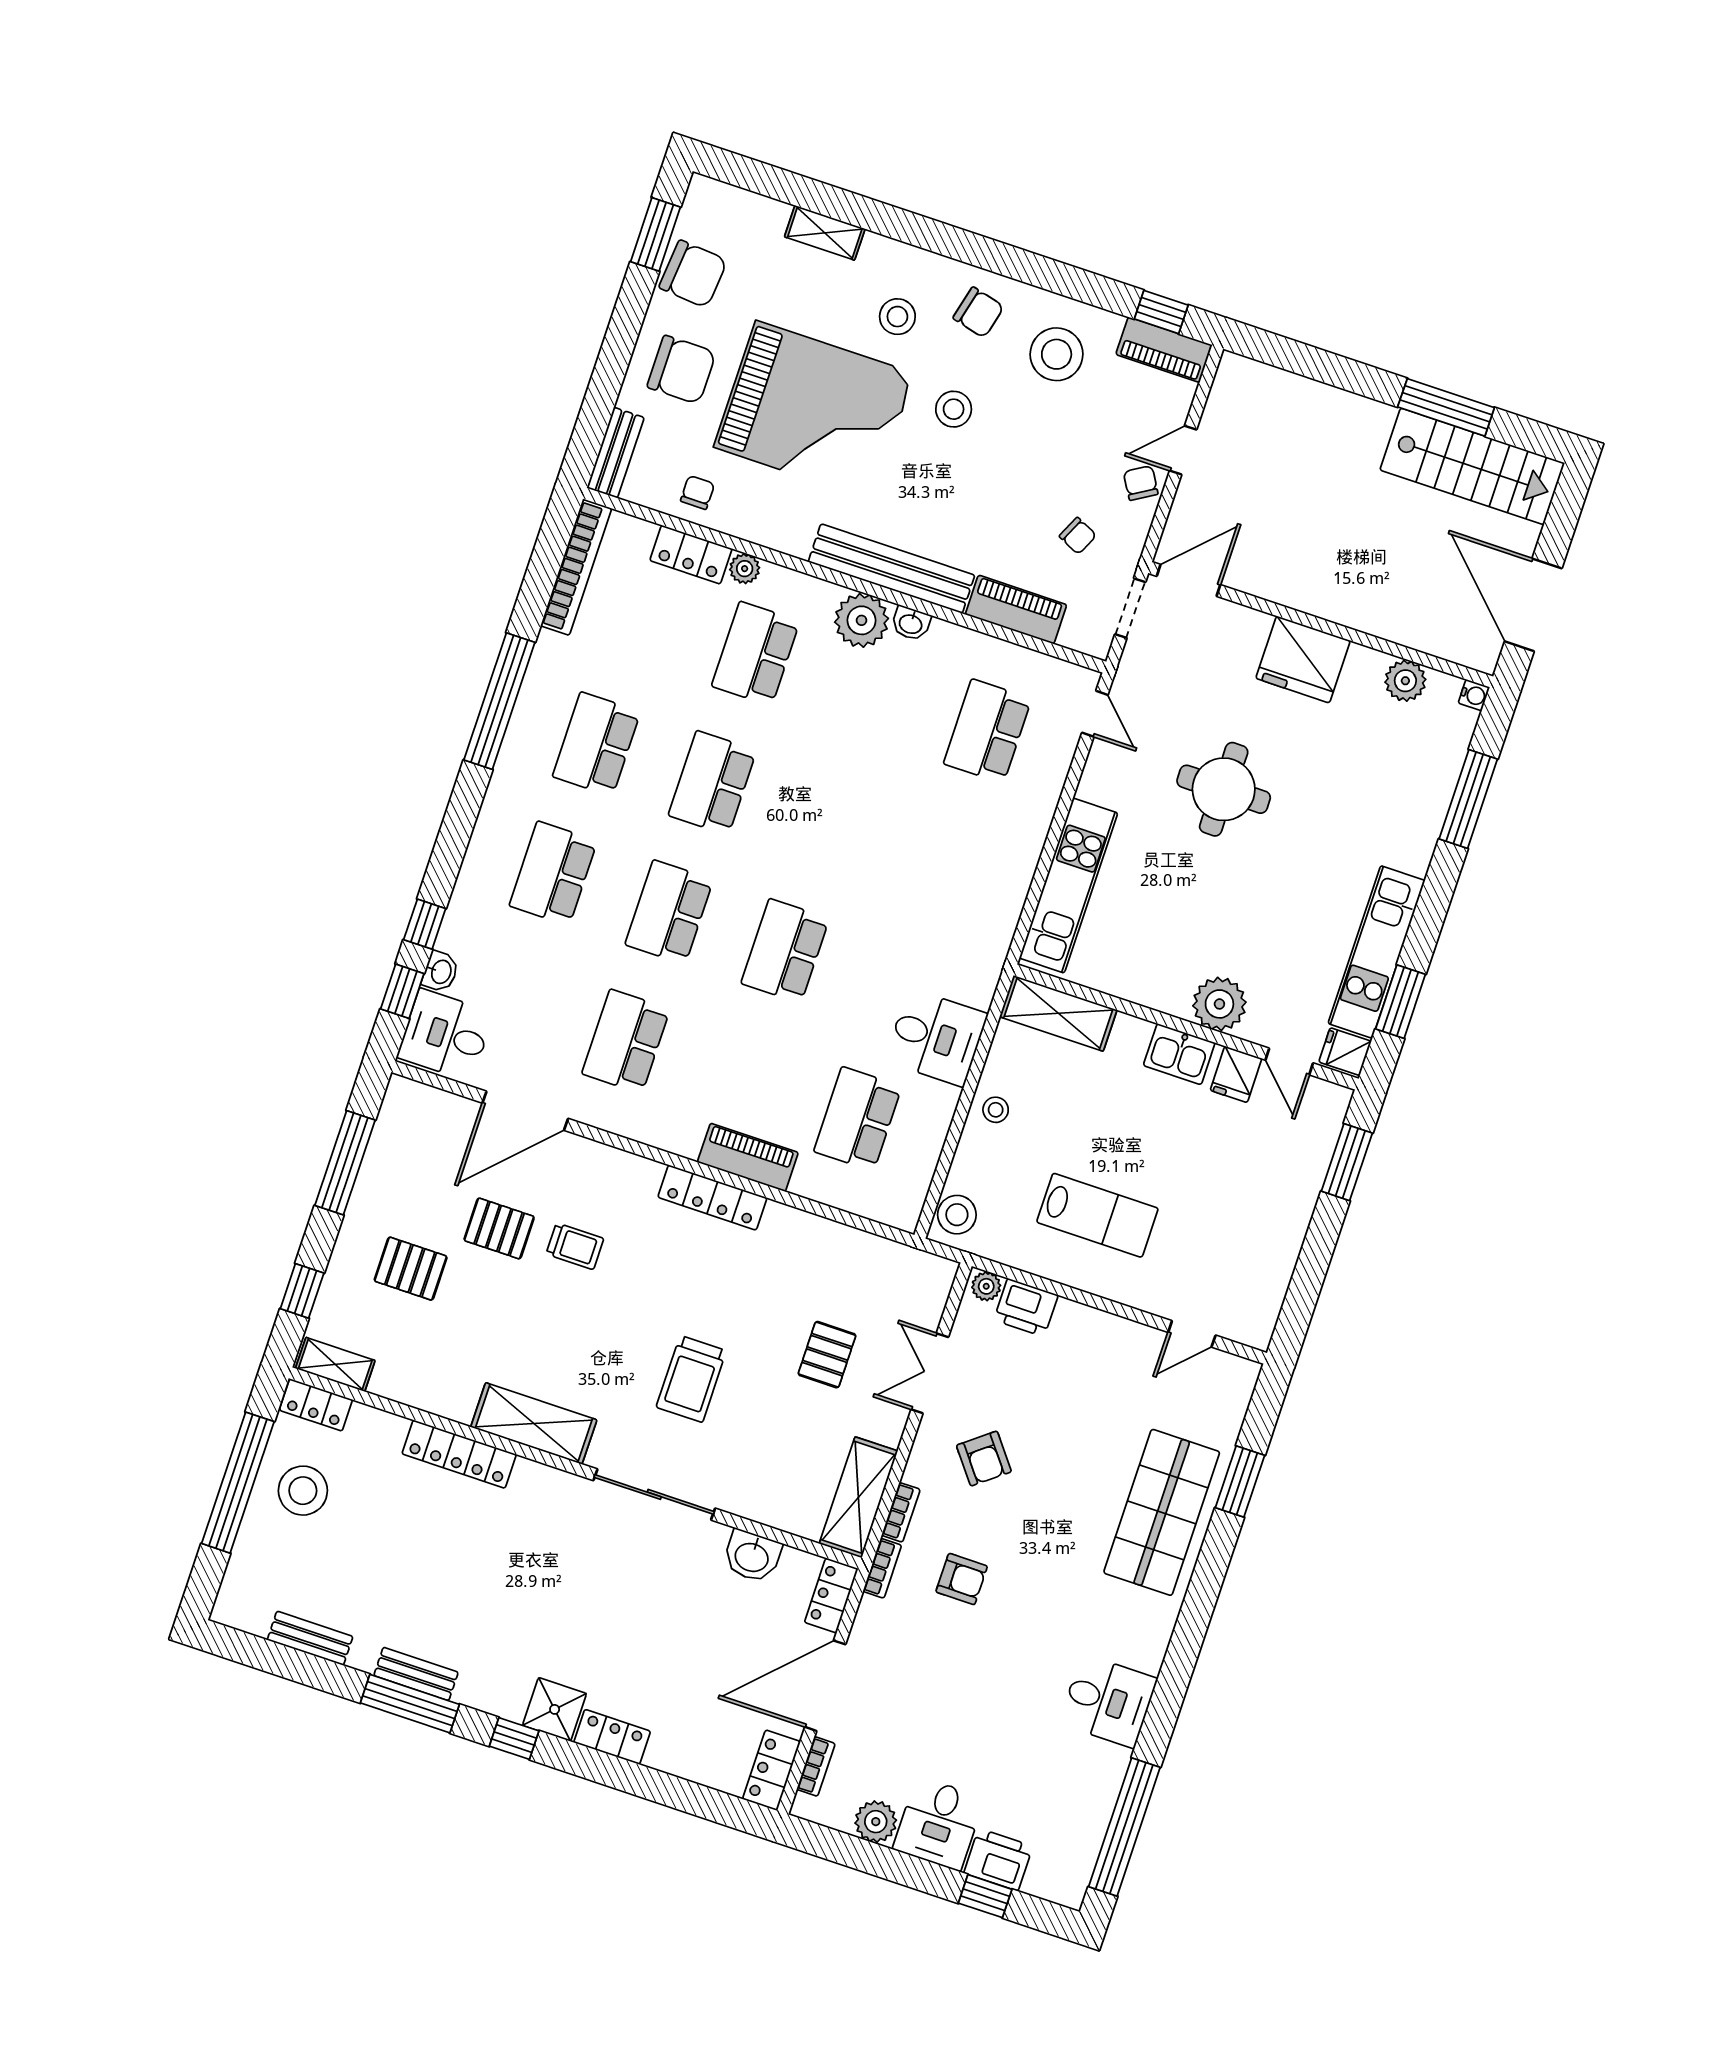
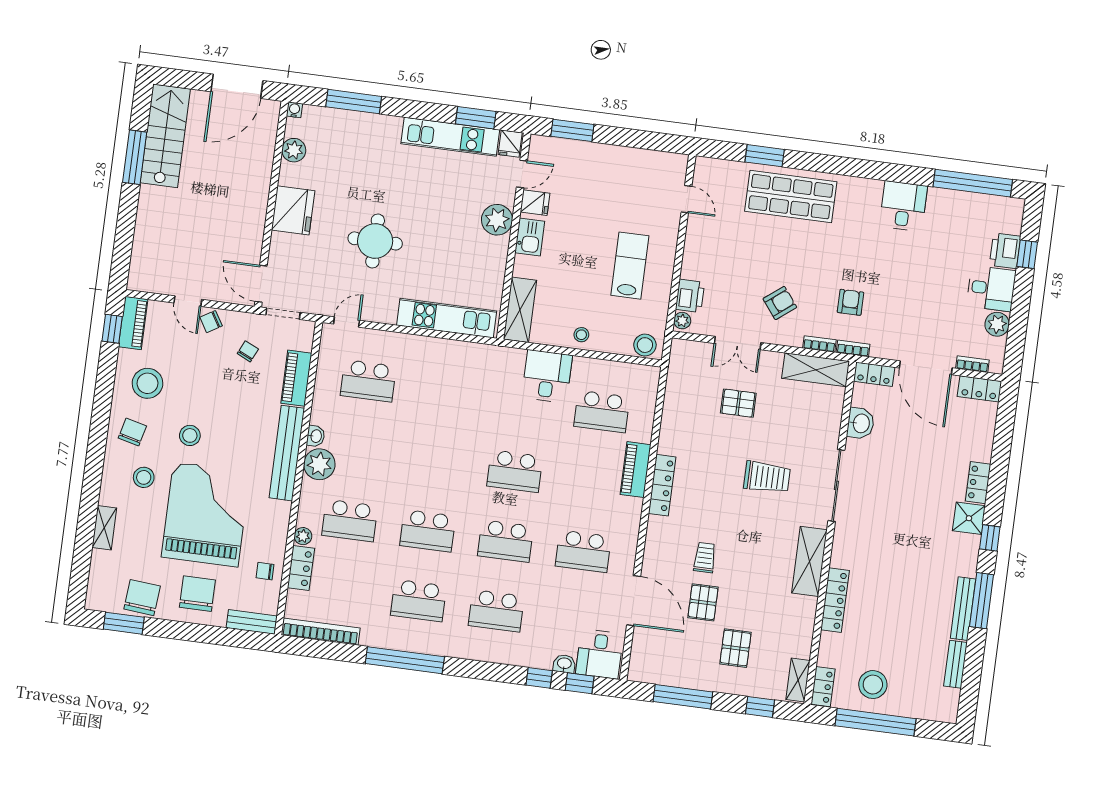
bench: (416, 1674) -> (963, 609), width x1.36

